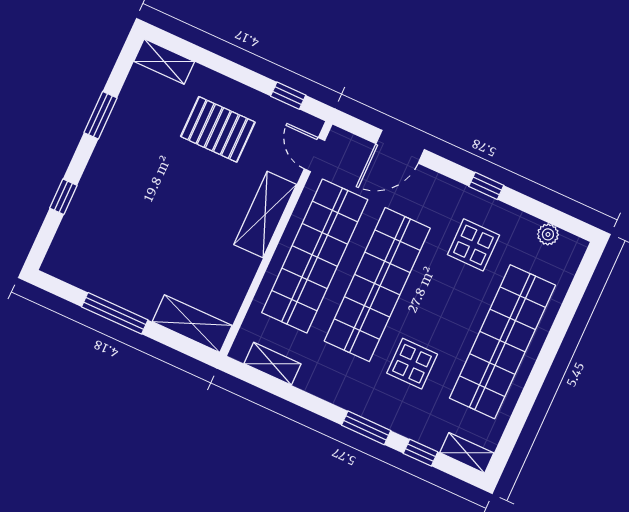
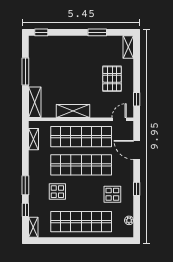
window: (63, 197) -> (41, 32), moved
shelving: (265, 215) -> (73, 111), moved

